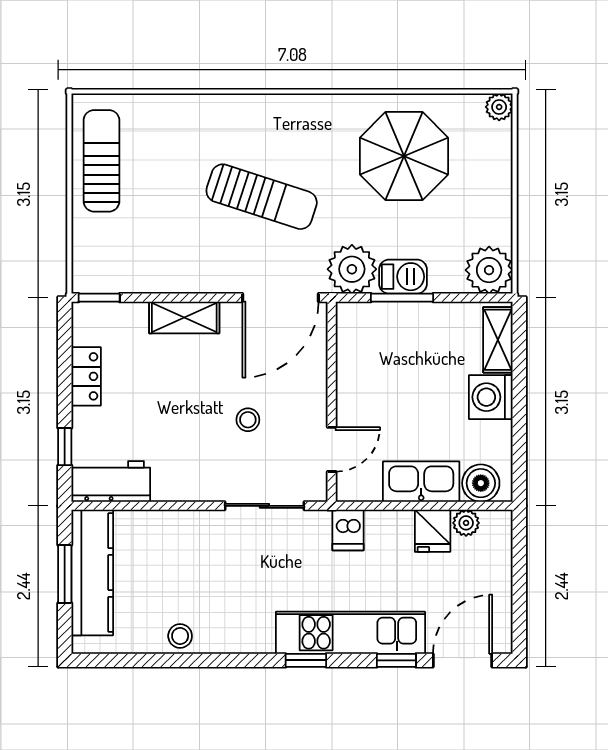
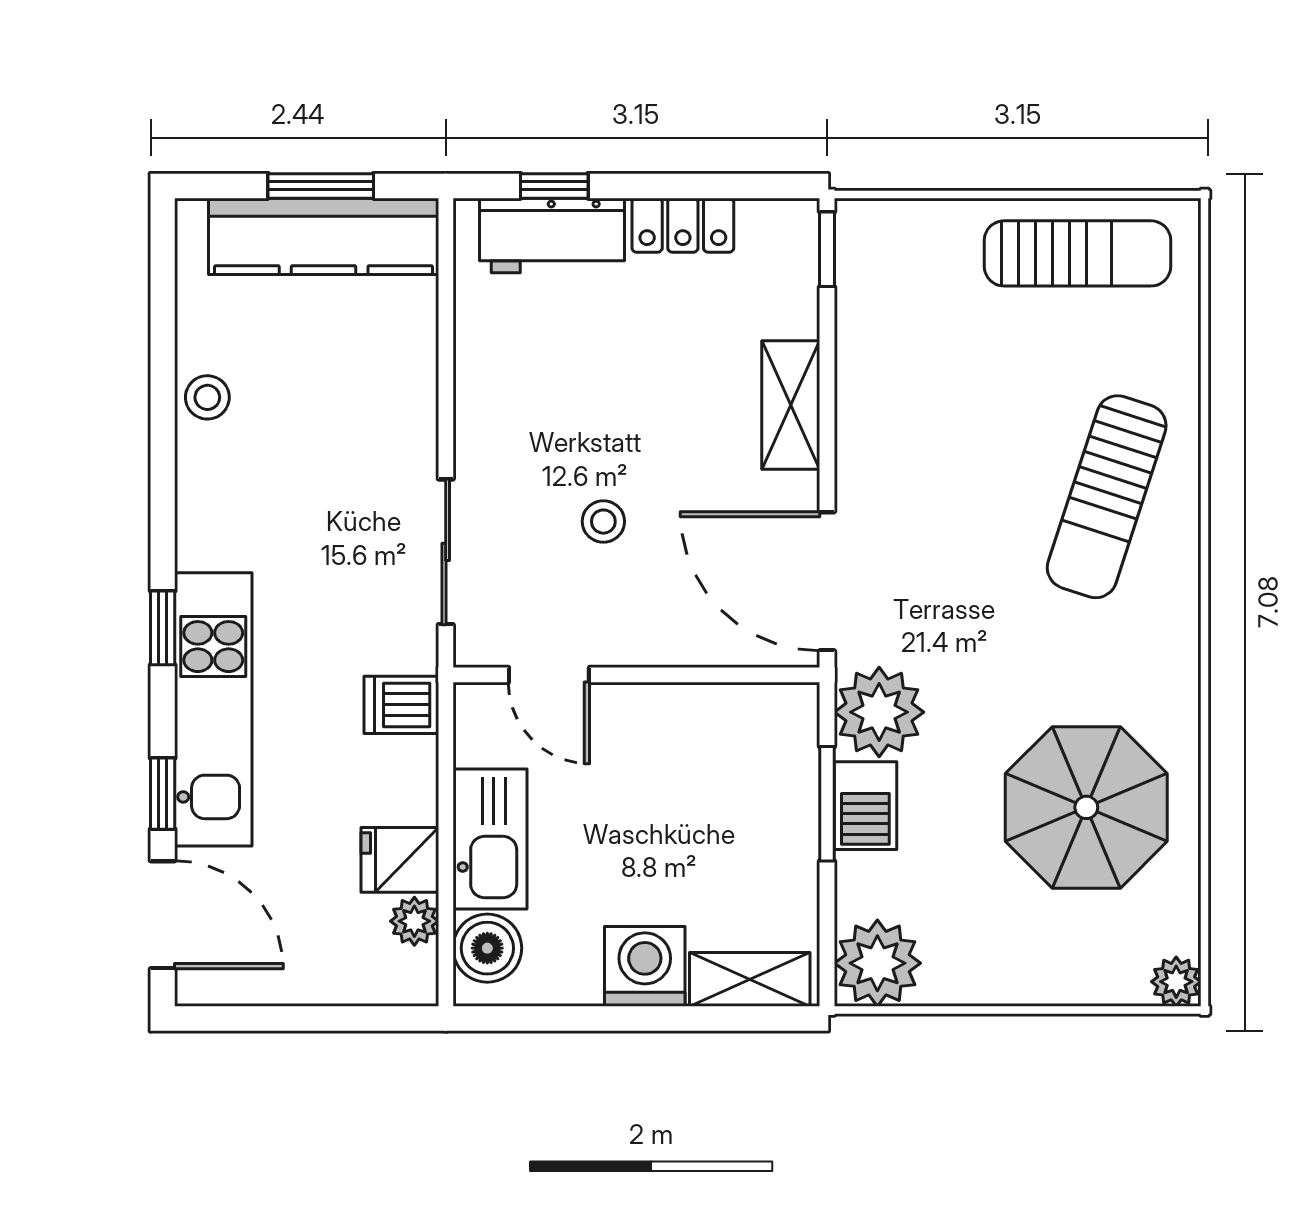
sun lounger: (262, 197) -> (1107, 497), moved
workbench: (111, 481) -> (552, 235), moved, turned 90

